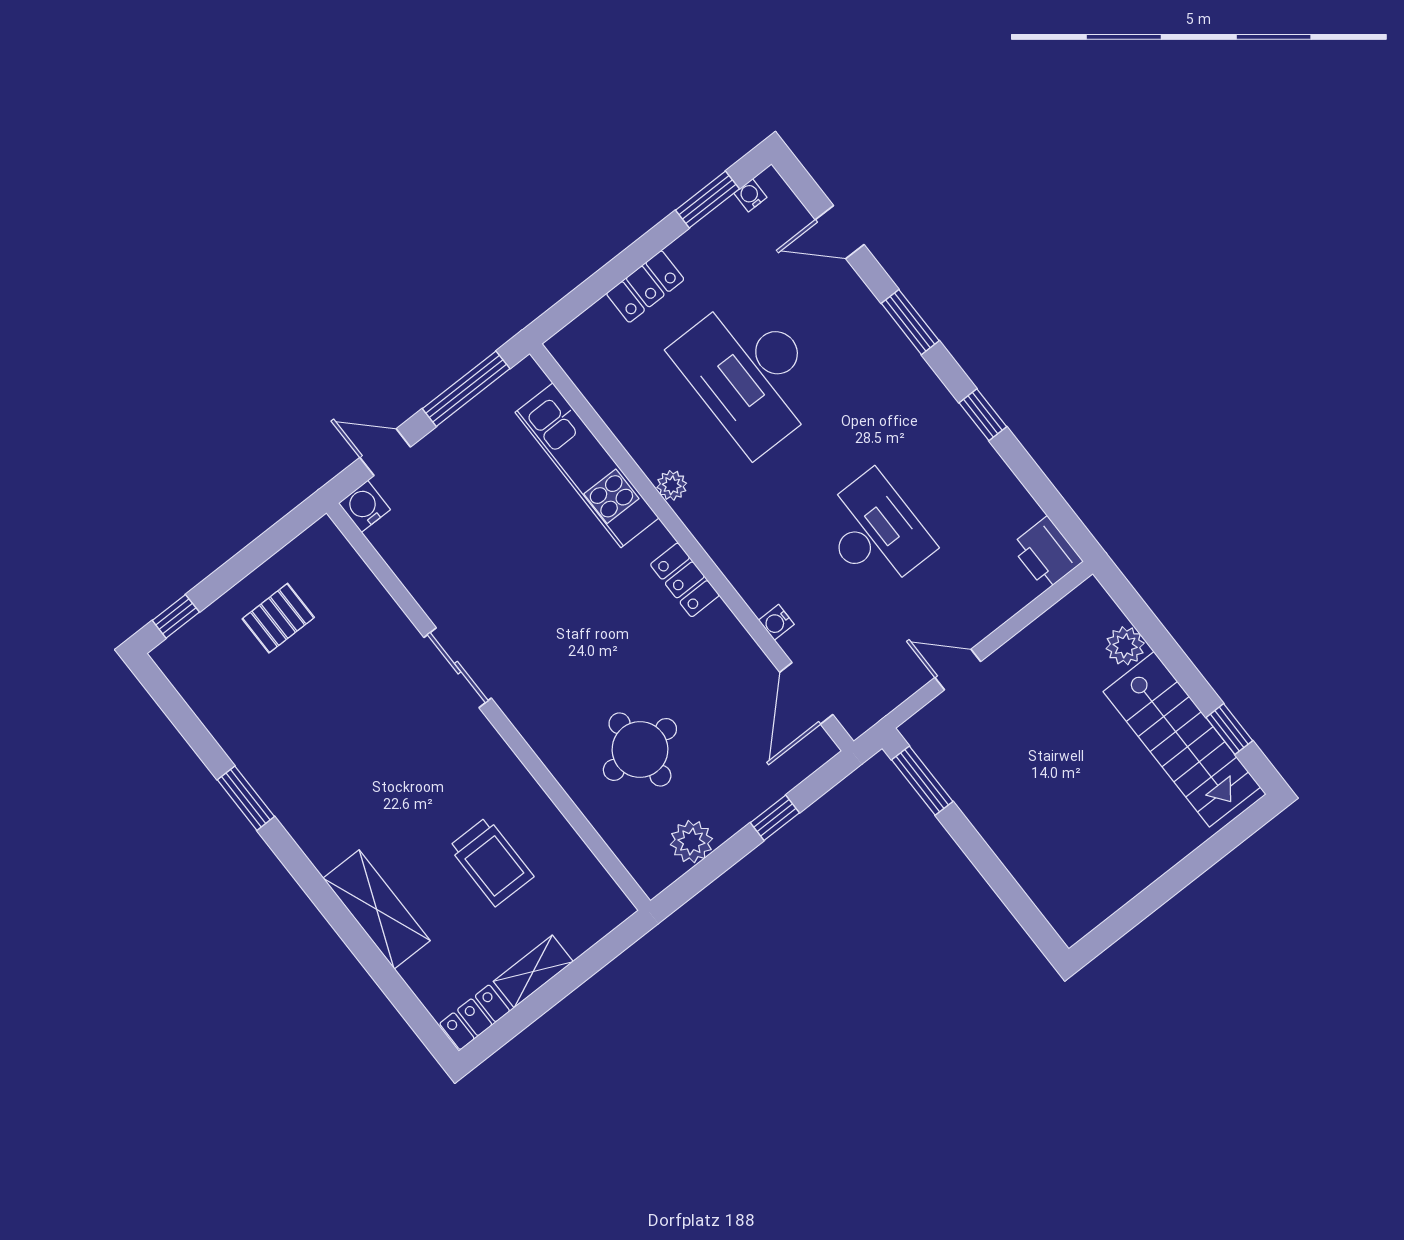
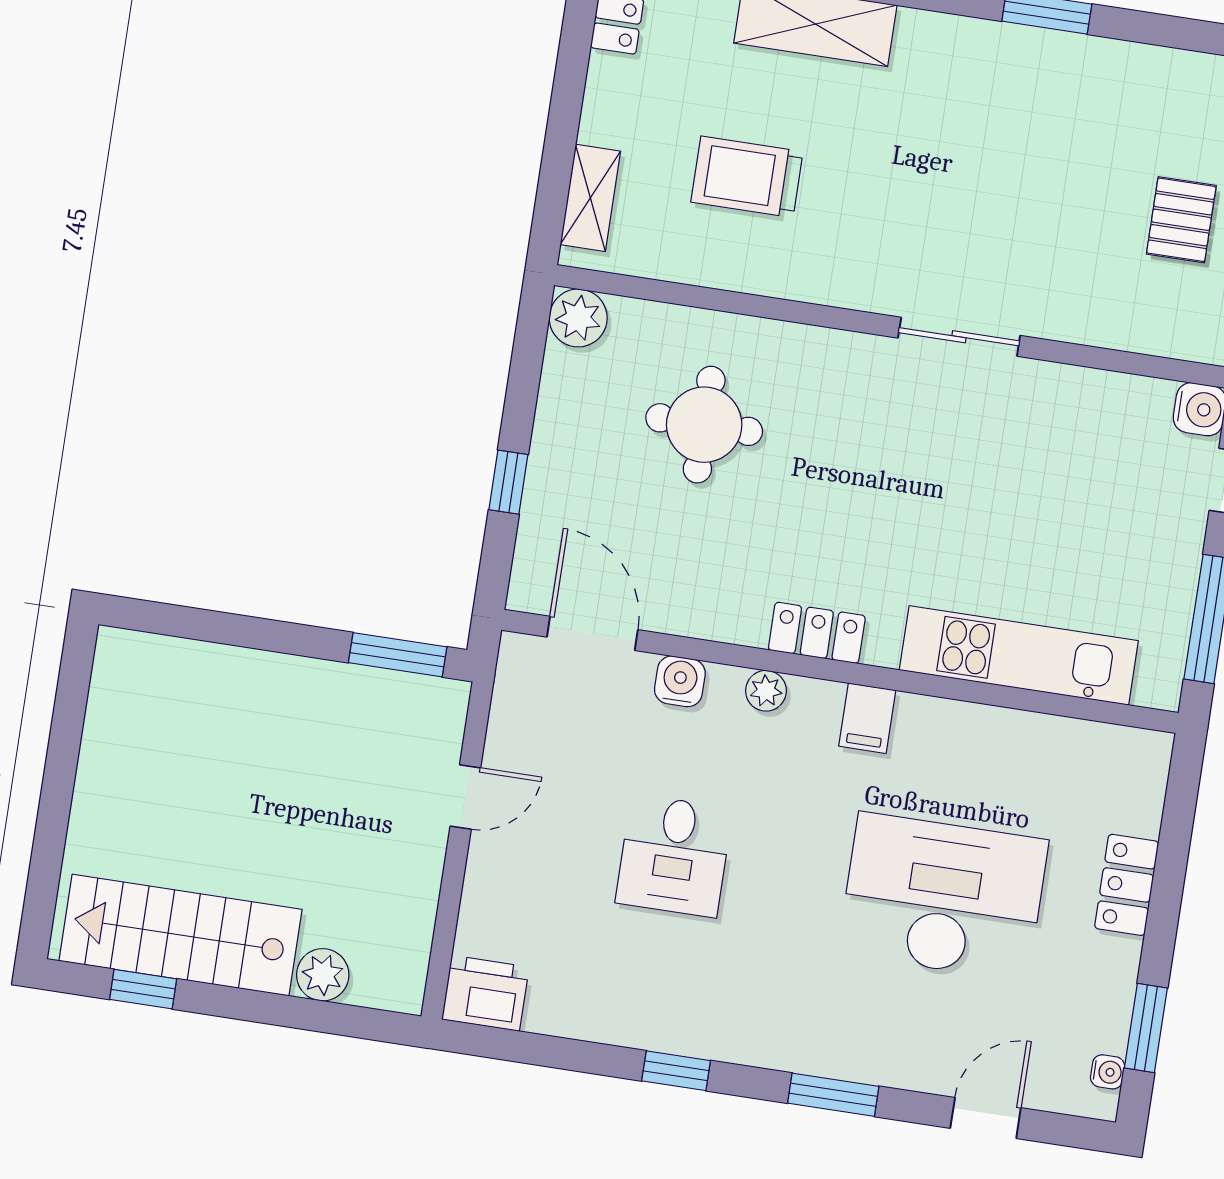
plant: (672, 485) -> (766, 691), moved
filing cabinet: (701, 508) -> (867, 718), added
desk: (875, 532) -> (674, 856), width x0.73
water cooler: (776, 622) -> (680, 681), width x1.38, depth x1.38
plant: (691, 842) -> (578, 318), moved
shelving: (533, 971) -> (590, 198), moved

